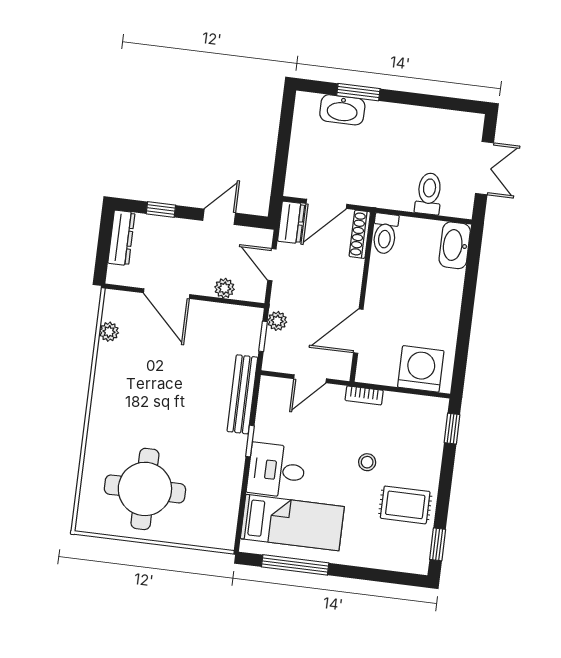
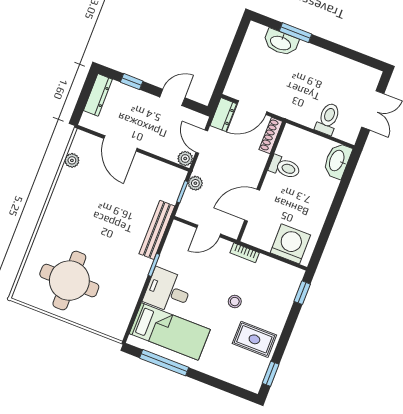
toilet: (385, 234) -> (285, 167), moved, turned -90
plant: (224, 288) -> (185, 159), moved

